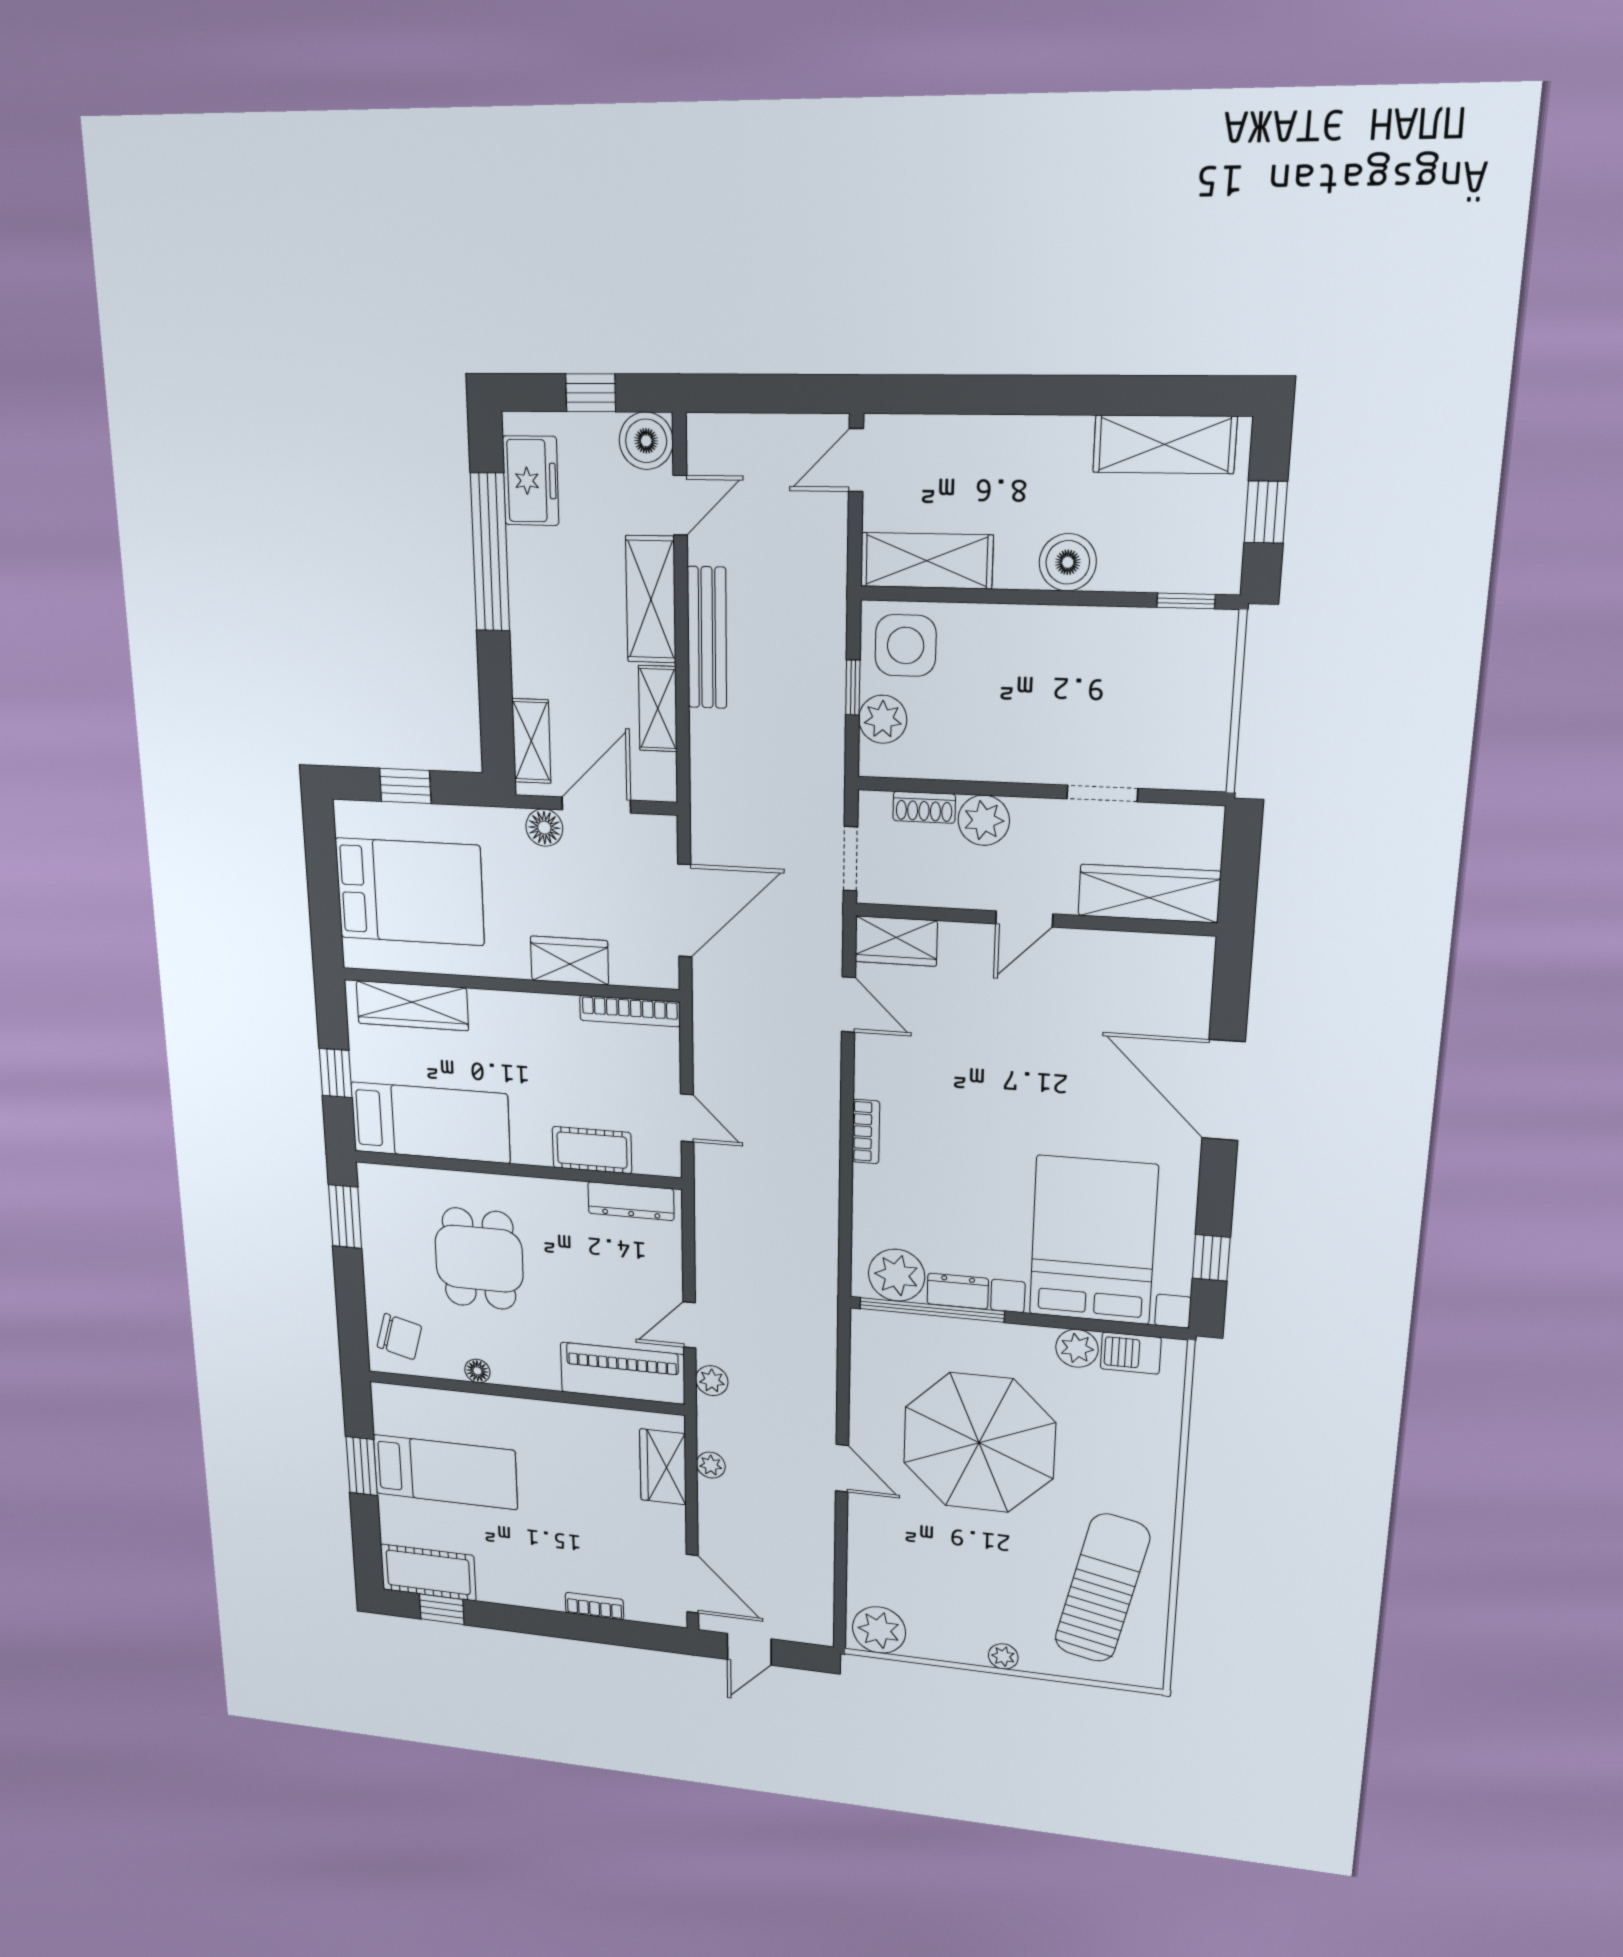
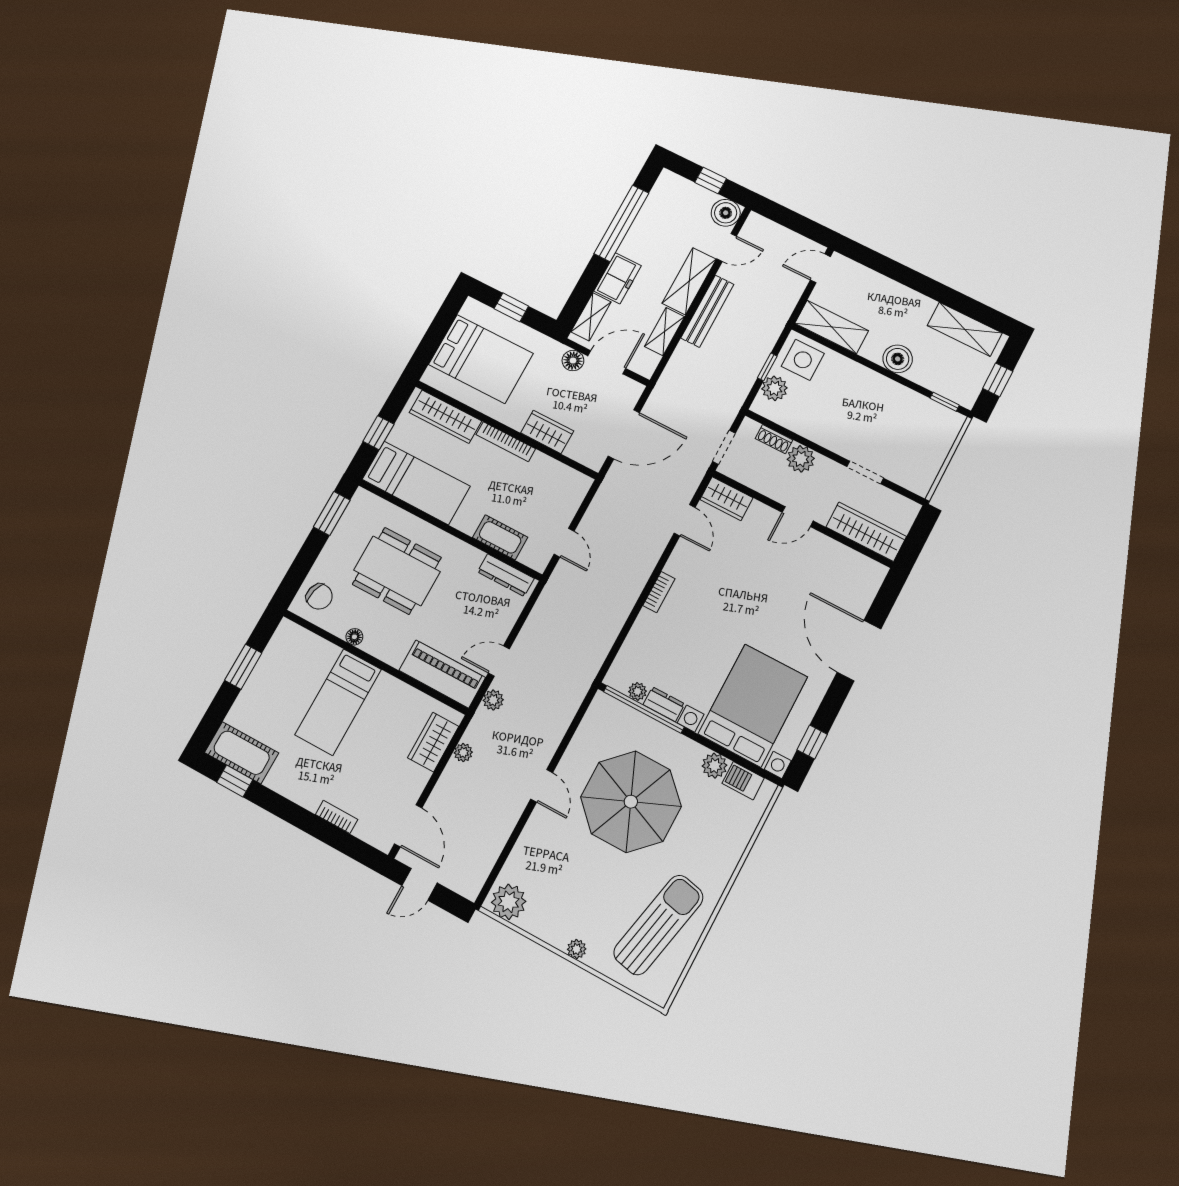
freezer: (531, 481) -> (618, 278), moved
bookcase: (630, 1011) -> (506, 442), moved
dining table: (479, 1259) -> (397, 571), width x1.38
plant: (897, 1275) -> (638, 691), width x0.53, depth x0.53
bed: (445, 1472) -> (338, 702), moved, turned 90

